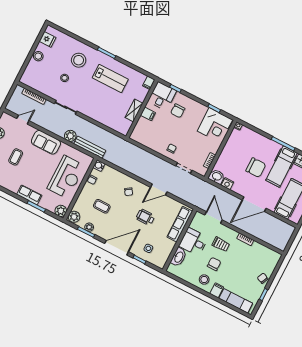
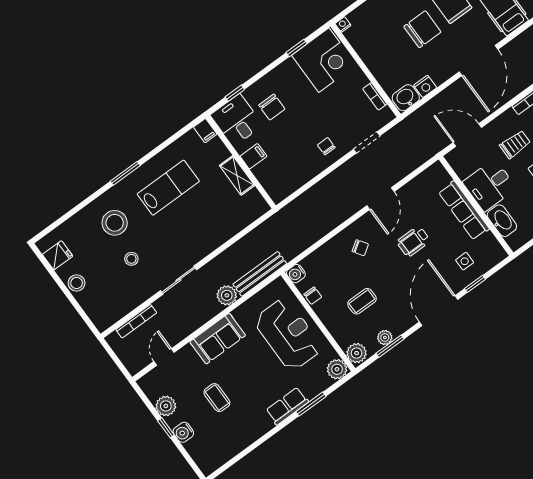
row of seats: (180, 224) -> (464, 210), moved

